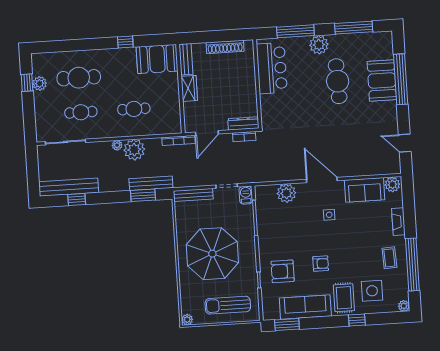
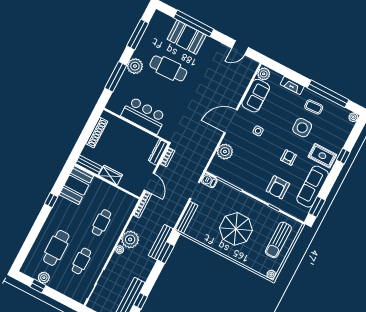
bar counter: (272, 68) -> (144, 115), moved
parasol: (212, 254) -> (236, 229), width x0.73, depth x0.73
side table: (372, 291) -> (302, 128), moved

